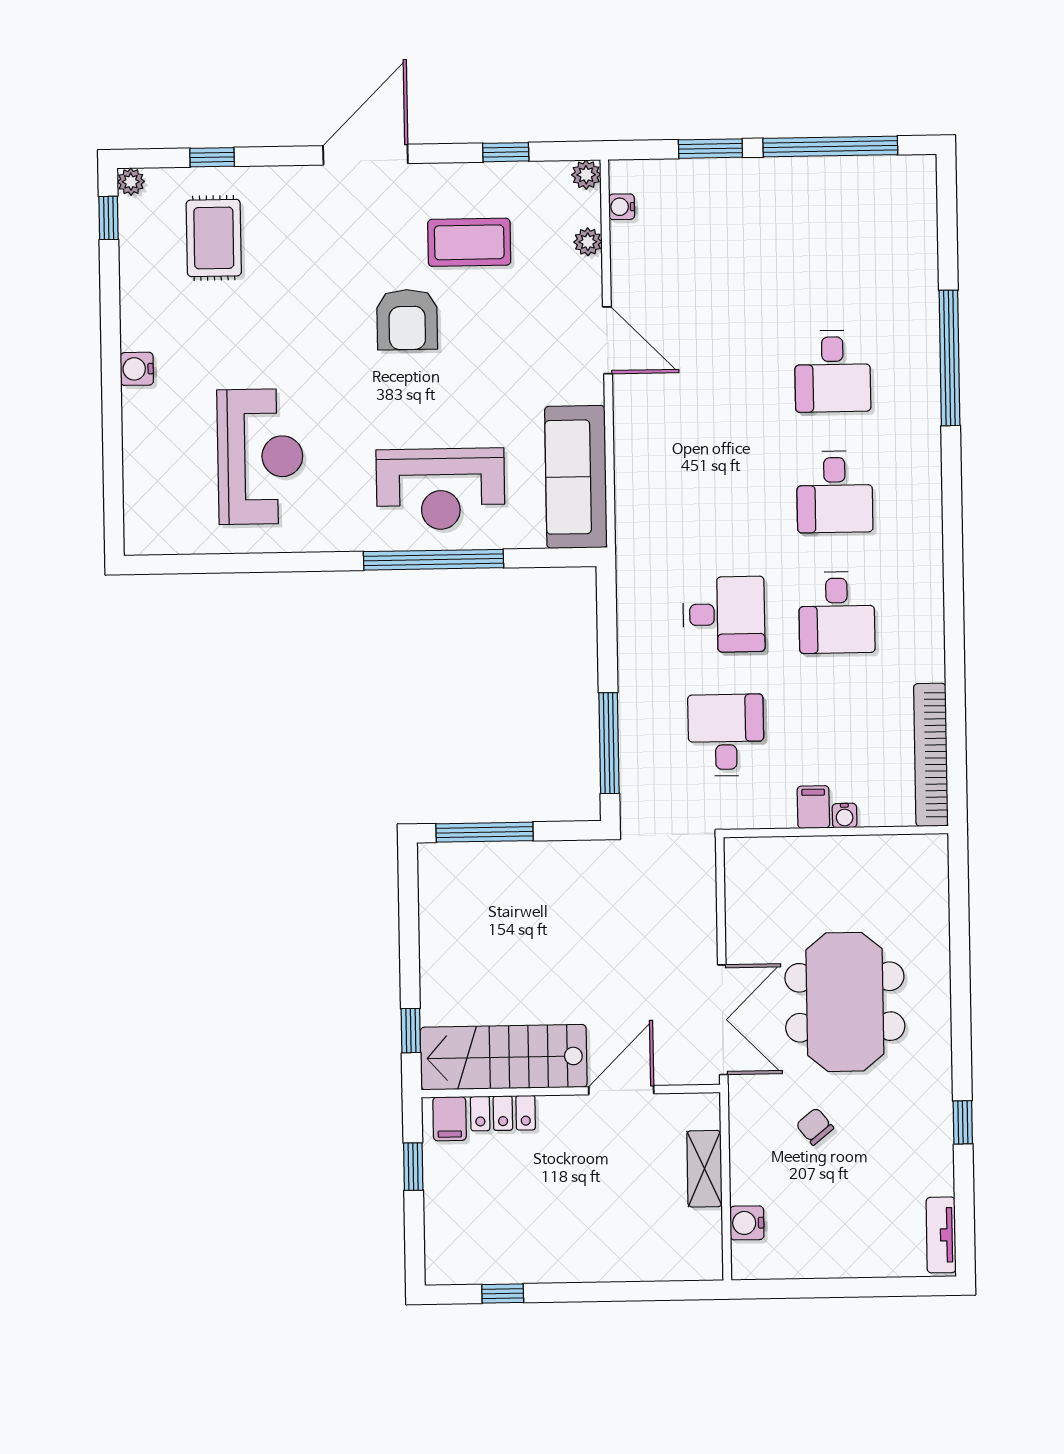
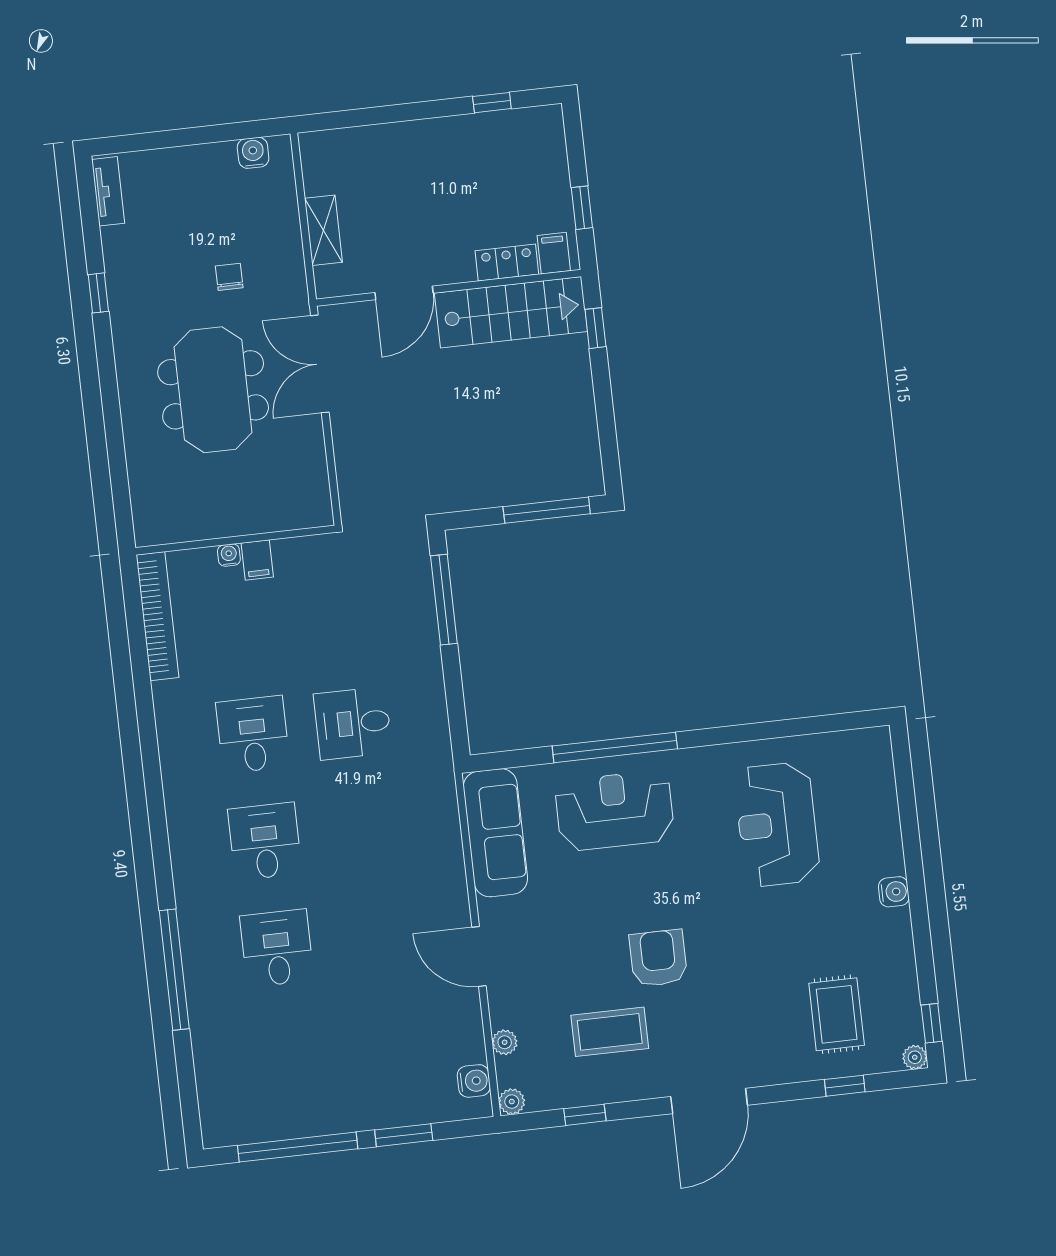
water cooler: (622, 207) -> (474, 1081), width x1.38, depth x1.38
desk: (726, 735) -> (341, 616), removed
chair: (815, 1126) -> (229, 277), turned -141
water cooler: (747, 1223) -> (253, 153), moved, turned -90

